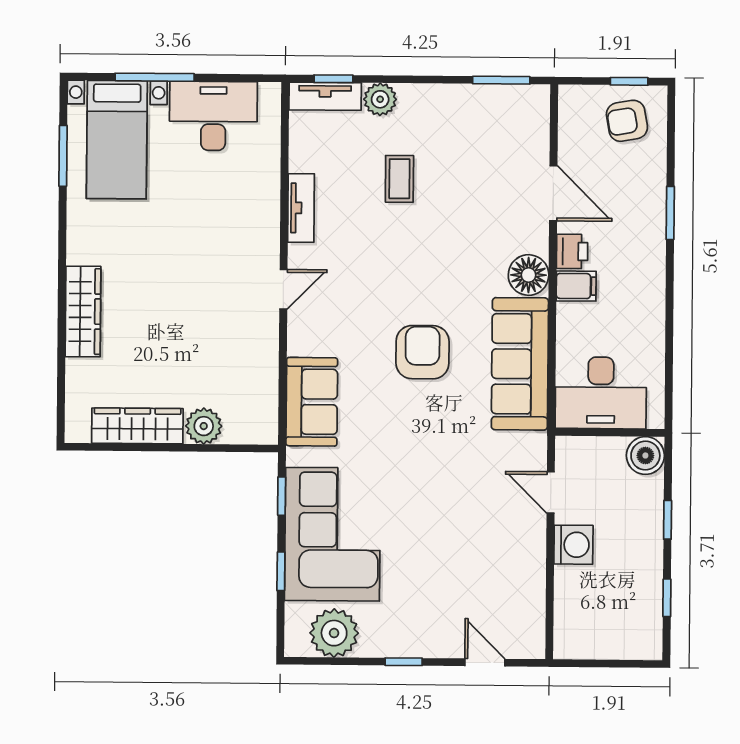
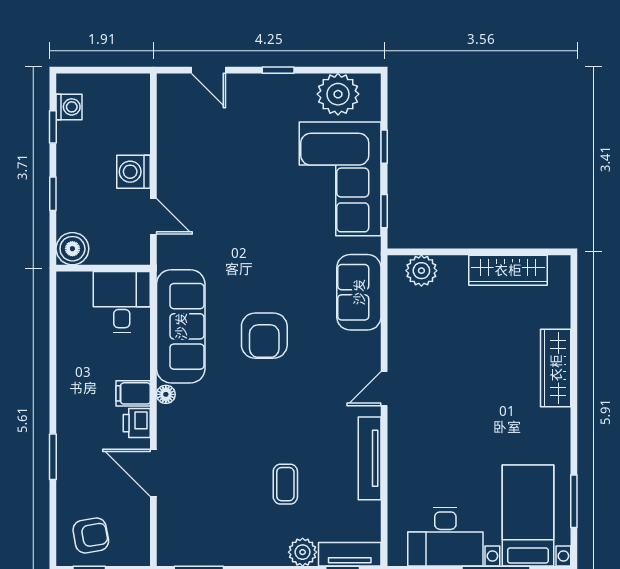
tv unit: (301, 208) -> (370, 458), width x1.41
floor lamp: (529, 275) -> (166, 394), width x0.53, depth x0.53
desk: (601, 393) -> (122, 302), width x0.73
plant: (204, 426) -> (421, 271), moved
washing machine: (648, 621) -> (69, 107), added

